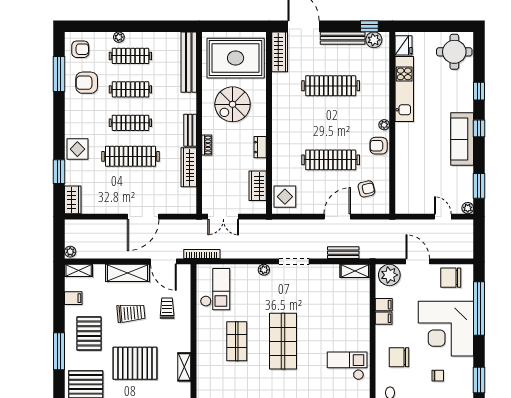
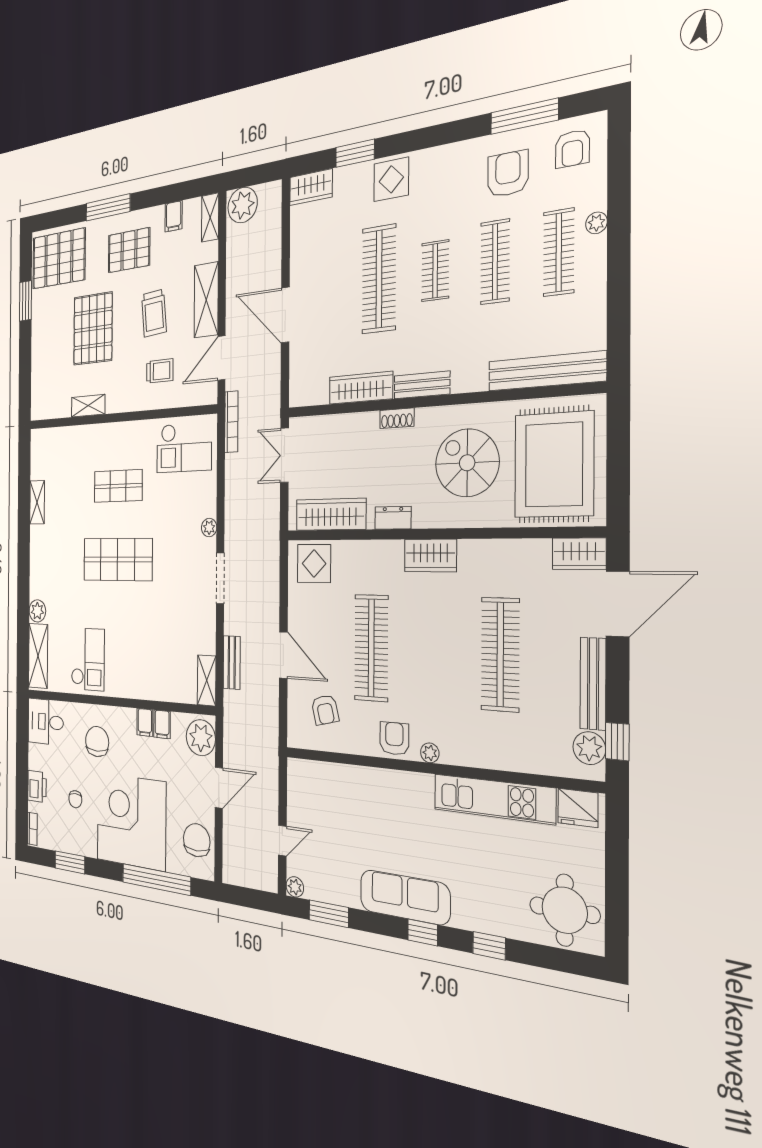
wardrobe: (280, 52) -> (579, 554), width x0.67
clothes rail: (130, 123) -> (435, 271), width x0.73
wardrobe: (280, 125) -> (430, 556), added
wardrobe: (258, 186) -> (331, 514), width x1.50
plant: (70, 252) -> (243, 205), width x1.88, depth x1.88

